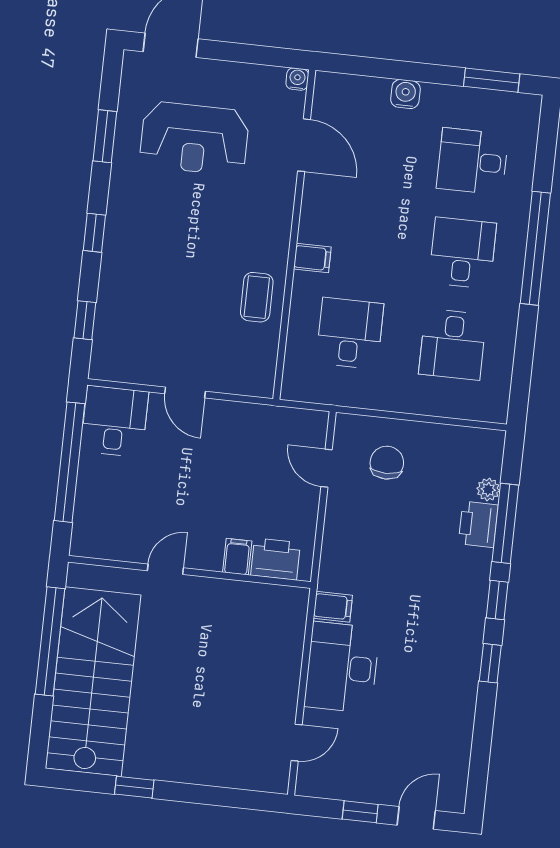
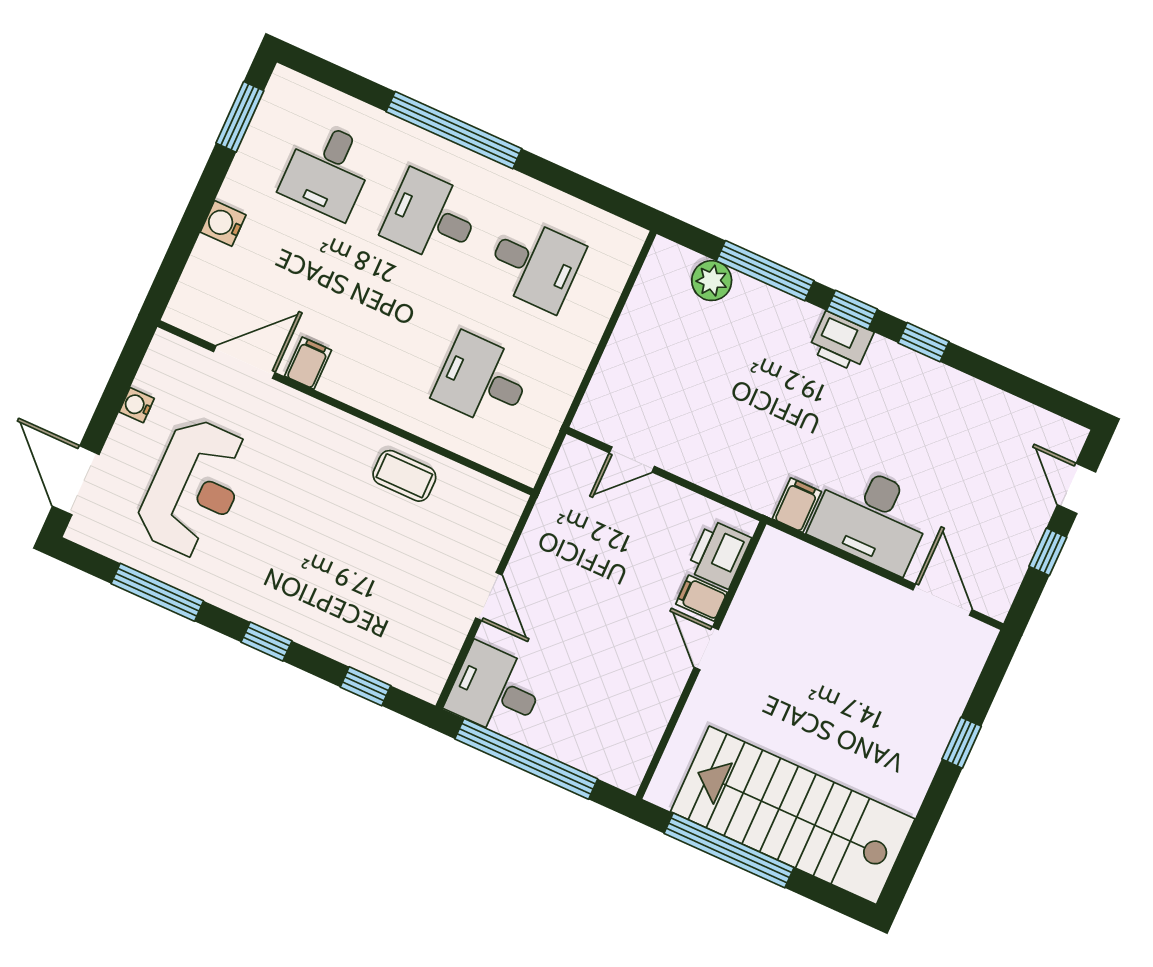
water cooler: (297, 79) -> (137, 405), moved
window: (105, 136) -> (157, 592), width x1.44
filing cabinet: (312, 258) -> (308, 363), moved
door: (185, 393) -> (489, 597), hinge flipped
chair: (387, 463) -> (649, 387), removed
plant: (488, 489) -> (712, 281), width x1.38, depth x1.38
printer: (478, 524) -> (841, 341), moved
door: (165, 569) -> (706, 648), moved
door: (297, 743) -> (942, 600), width x1.38
window: (134, 787) -> (962, 743), moved

